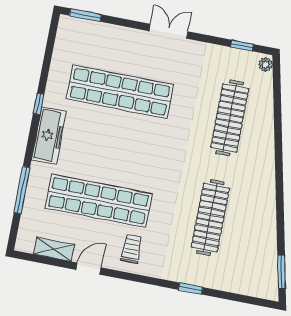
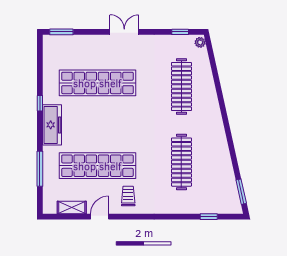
window: (190, 288) -> (209, 217), moved

